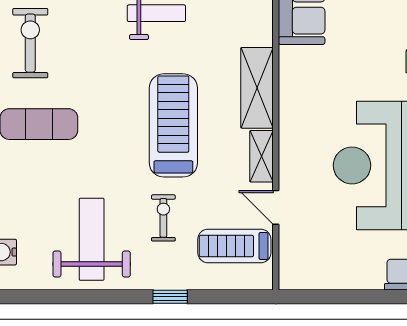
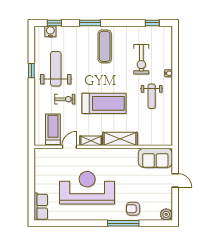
exercise bike: (30, 43) -> (141, 59), moved, turned 90
weight bench: (92, 239) -> (56, 69), turned -90
window: (170, 297) -> (31, 71), moved

